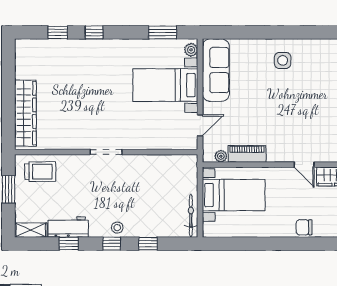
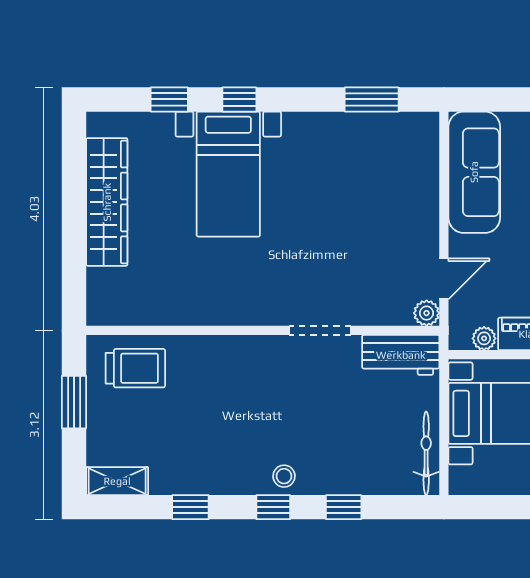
plant: (191, 50) -> (427, 313), moved
bed with nightstands: (165, 85) -> (228, 174), moved, turned -90
wardrobe: (25, 113) -> (107, 202), moved
doorway: (106, 152) -> (320, 330), moved
workbench: (68, 227) -> (401, 355), moved, turned 180

